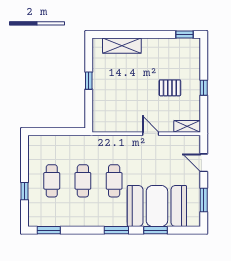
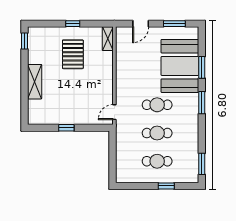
shelving: (122, 46) -> (35, 82), moved
pallet: (170, 88) -> (73, 54), width x1.50, depth x1.42
door: (151, 134) -> (114, 112), moved

